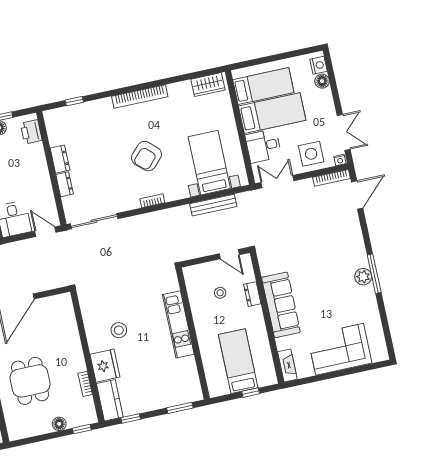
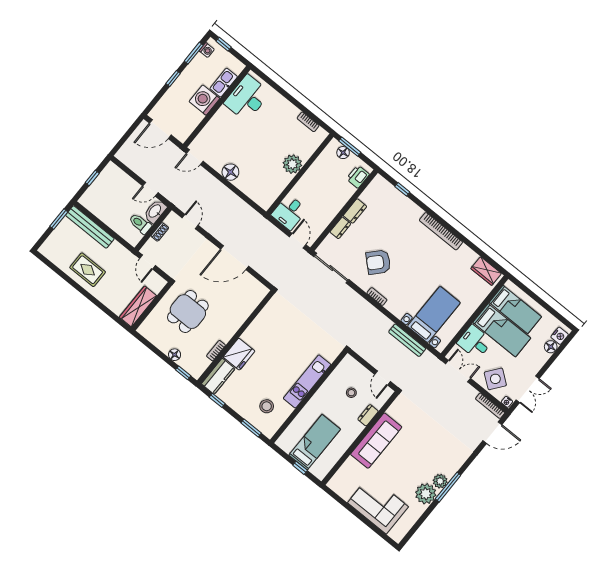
side table: (311, 154) -> (495, 379), turned 37
armchair: (146, 156) -> (378, 262), moved
plant: (364, 299) -> (426, 494), added
stool: (119, 330) -> (267, 406), moved
fireplace: (287, 366) -> (338, 478), removed

